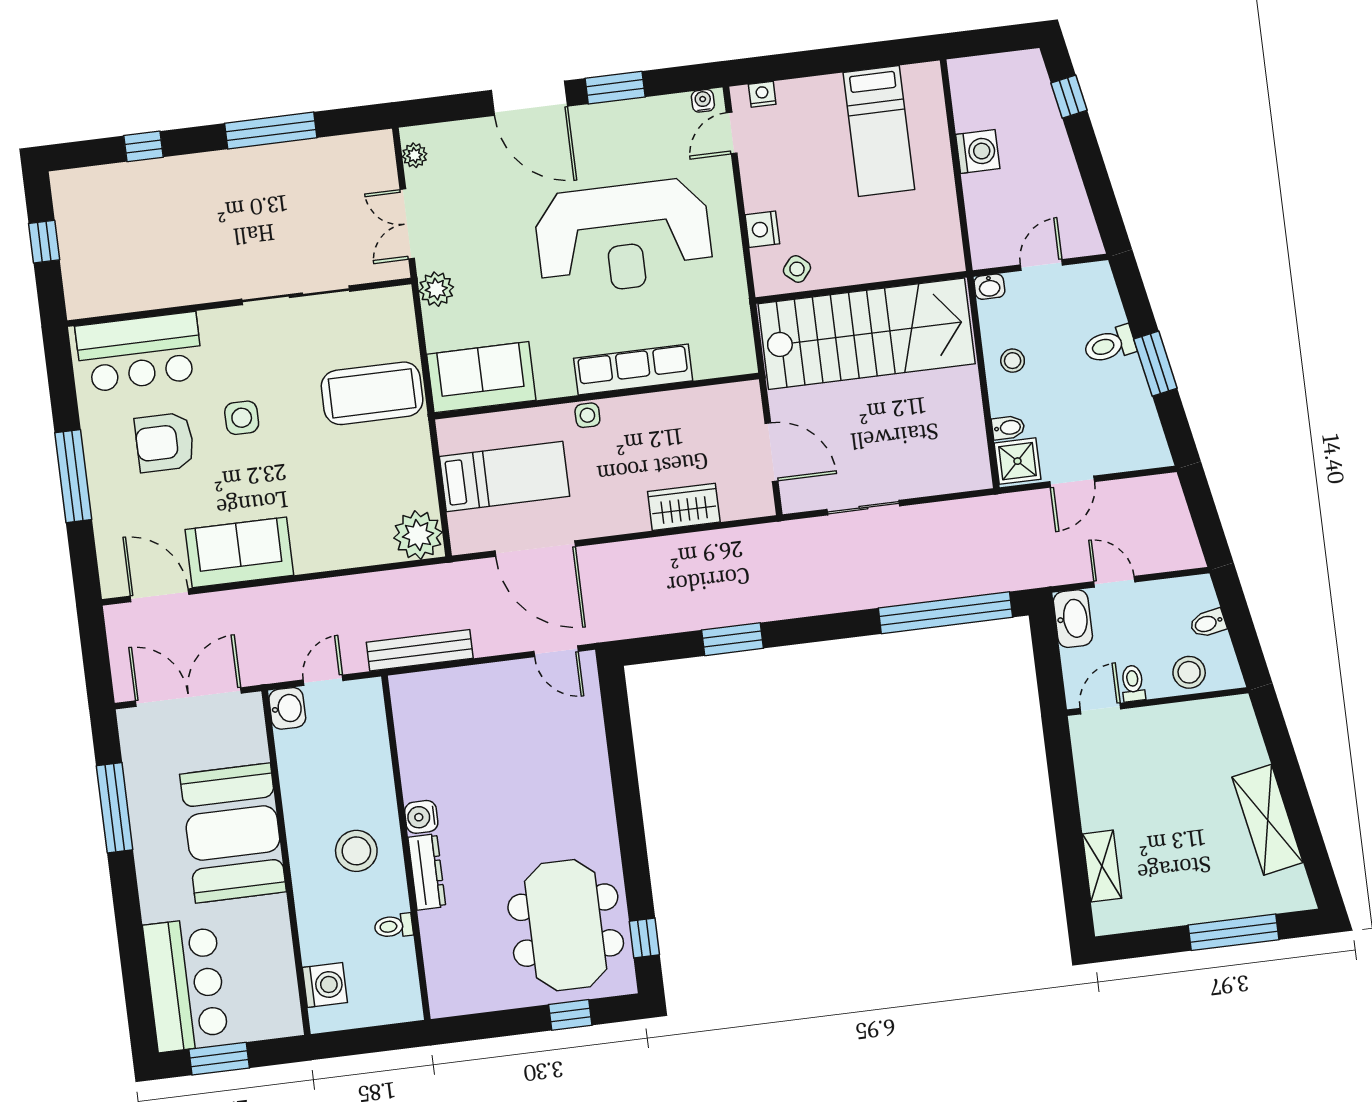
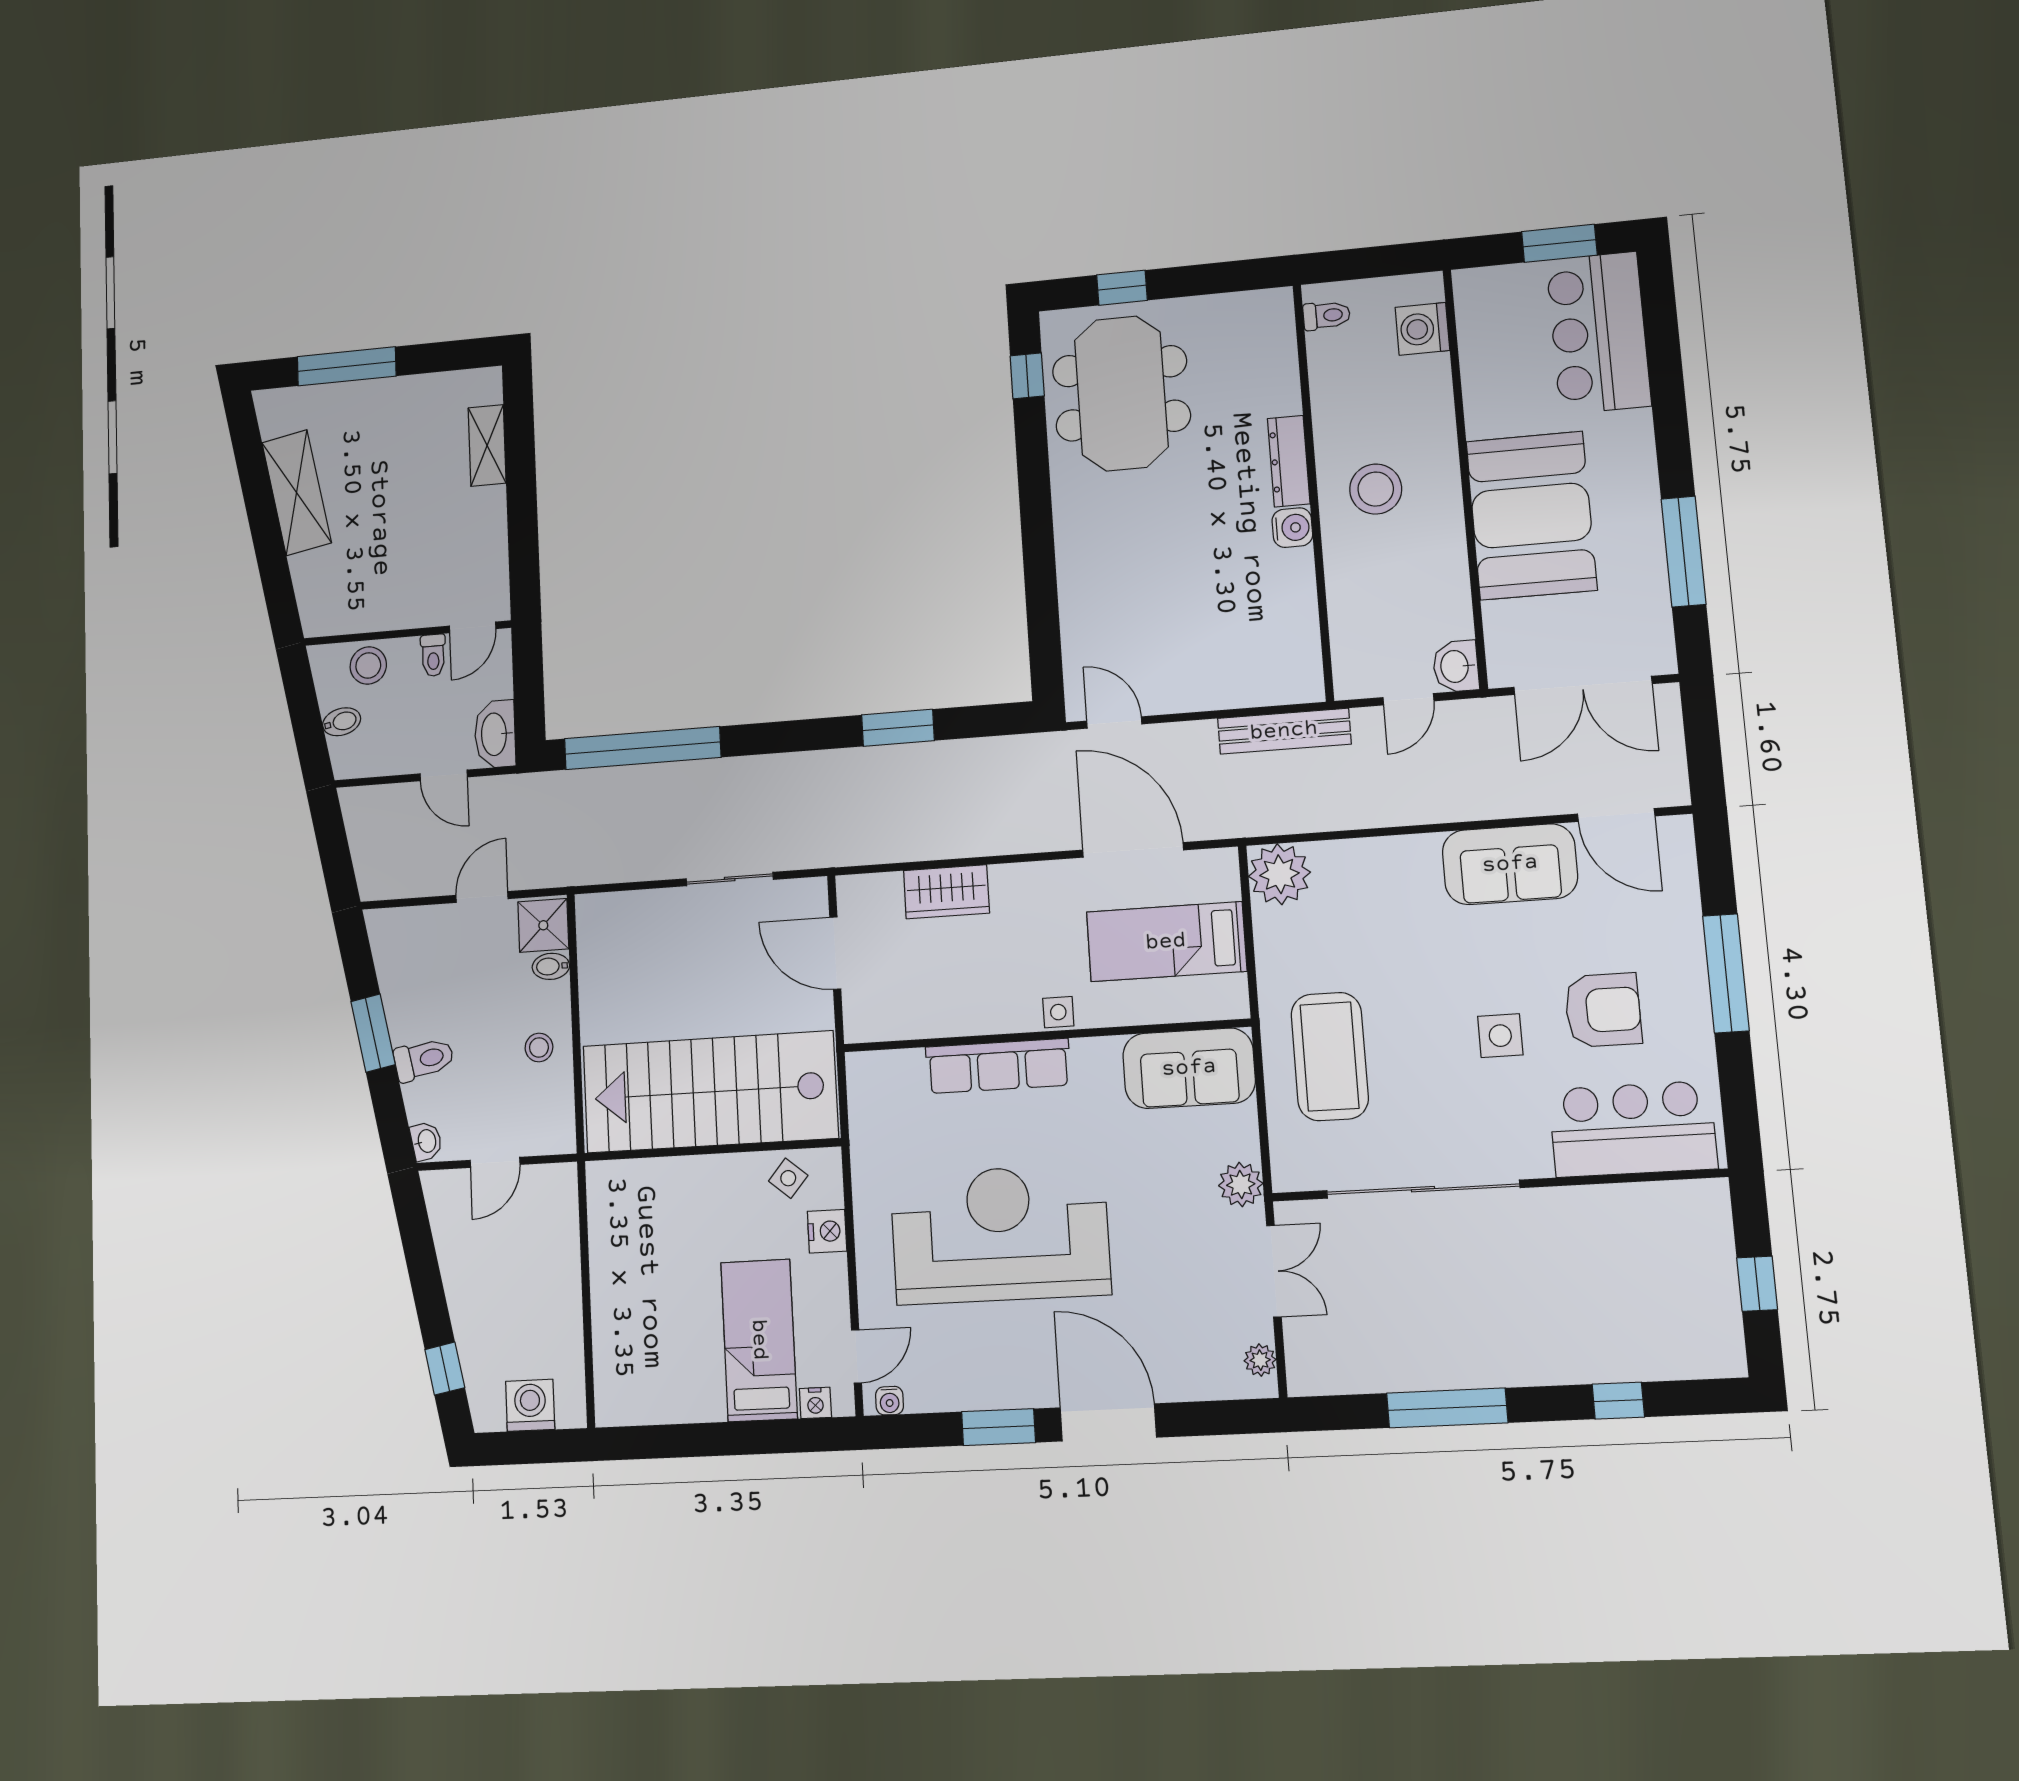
bed: (879, 131) -> (759, 1340), moved
washing machine: (978, 152) -> (530, 1405), moved, turned 90
washbasin: (989, 287) -> (426, 1141), moved, turned 79
sliding door: (296, 295) -> (1423, 1189), width x1.36
coffee table: (372, 393) -> (1330, 1057), turned 90
toilet: (394, 926) -> (1327, 315), moved

